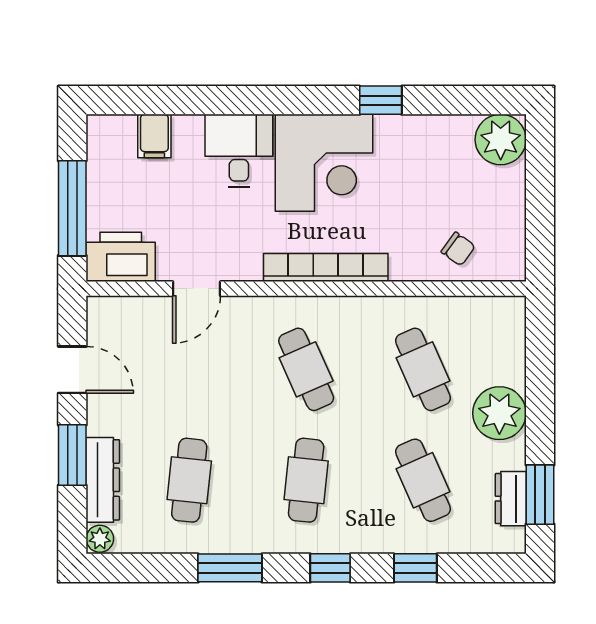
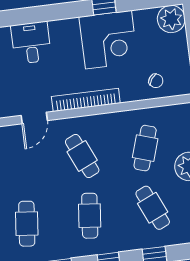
corner desk: (324, 163) -> (108, 40), moved
door: (197, 289) -> (34, 118), moved
cafe table: (423, 369) -> (145, 148), turned 42

